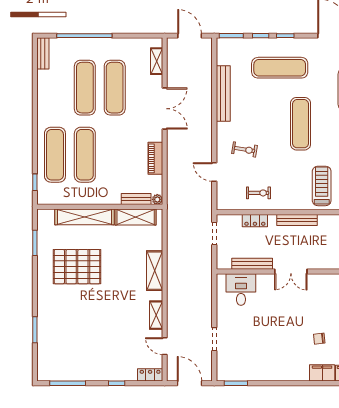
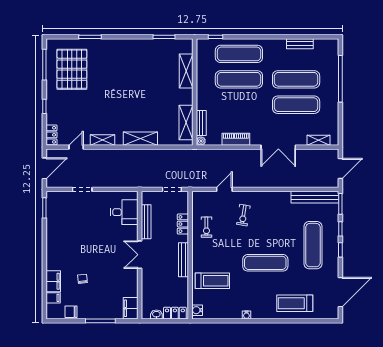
bench: (43, 53) -> (300, 44), moved
bench: (223, 93) -> (315, 197), moved
shelving: (85, 217) -> (186, 71), width x0.68
pallet: (77, 267) -> (72, 69), moved

